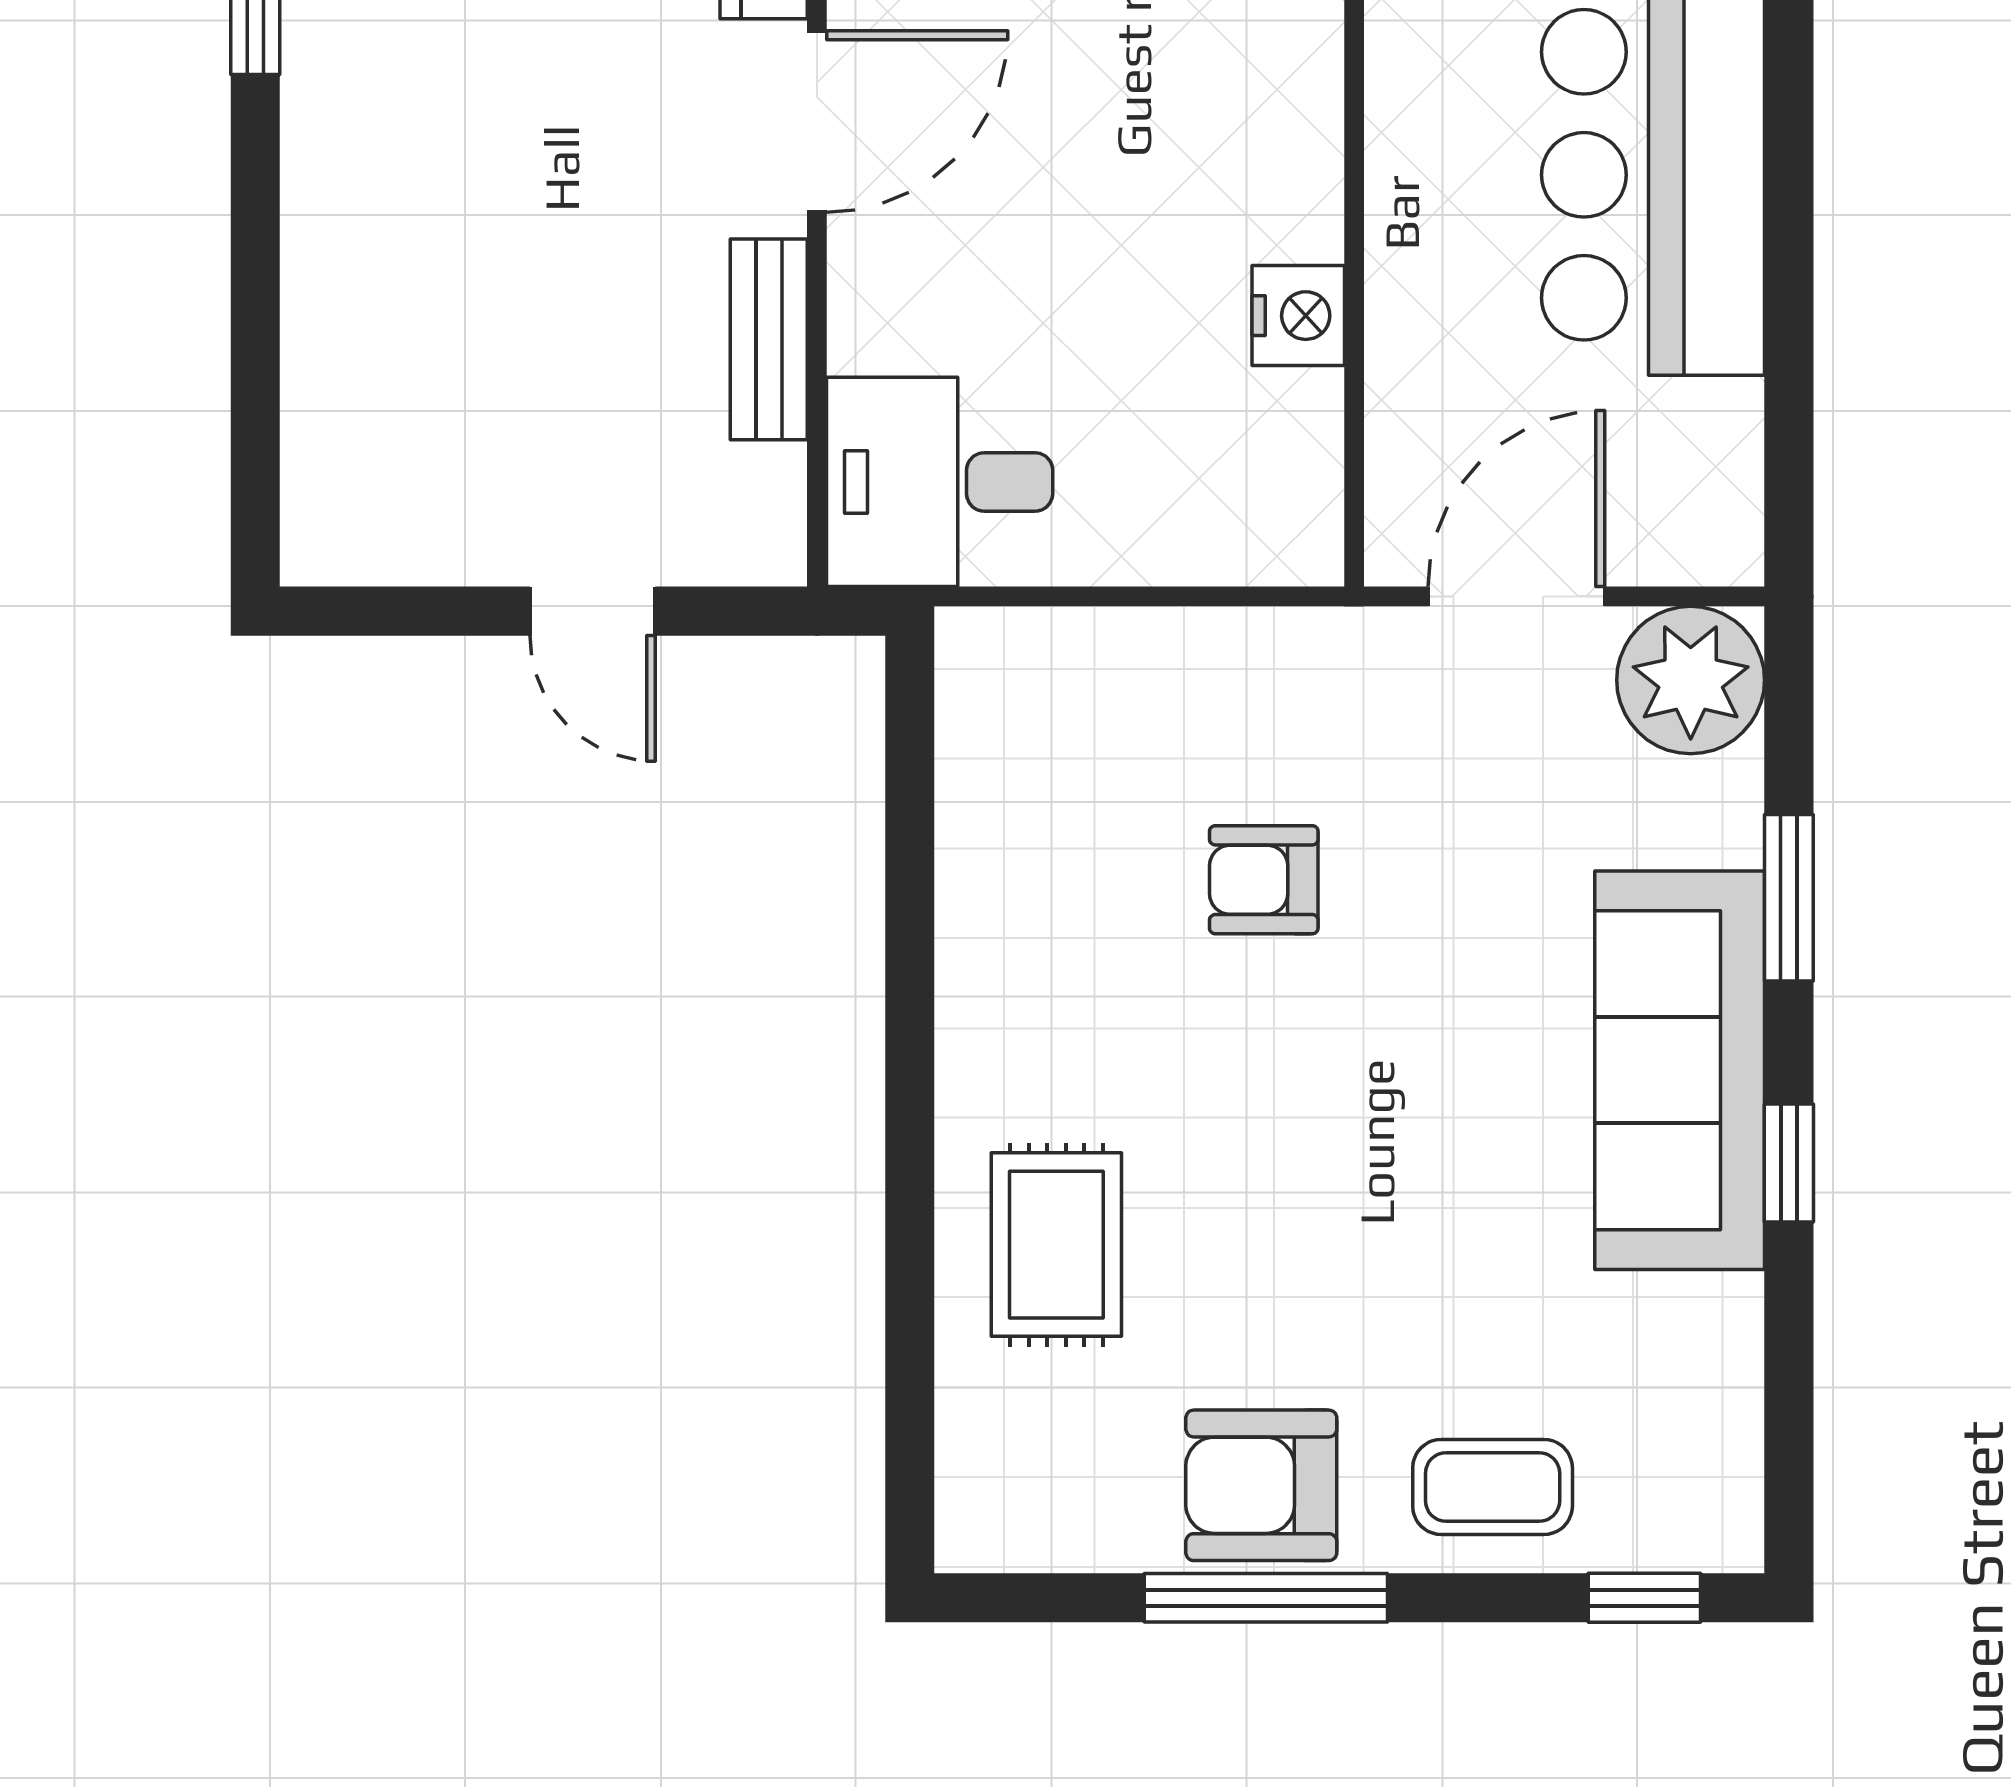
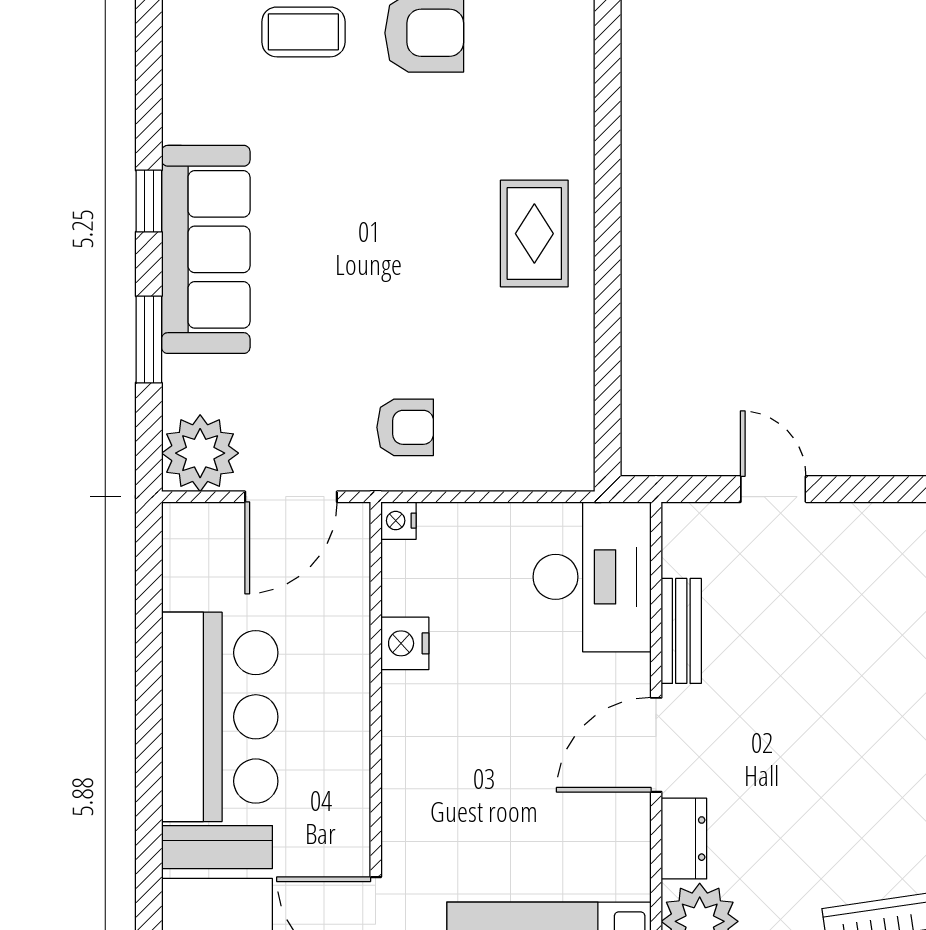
desk: (940, 482) -> (592, 577), width x1.37
nightstand: (1311, 551) -> (398, 521), added
armchair: (1264, 880) -> (405, 427), moved
rug: (1056, 1245) -> (534, 234), moved

